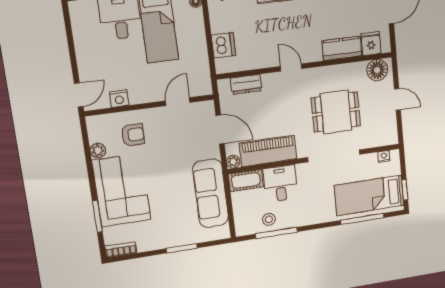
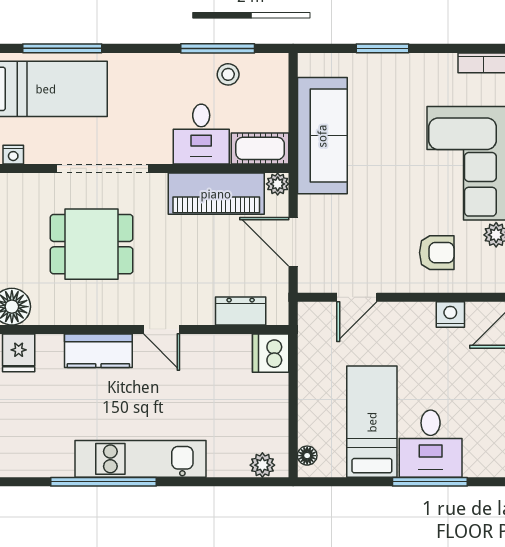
dishwasher: (223, 45) -> (271, 353), moved
kitchen counter: (342, 48) -> (98, 351), moved
armchair: (133, 135) -> (437, 253), turned 180

